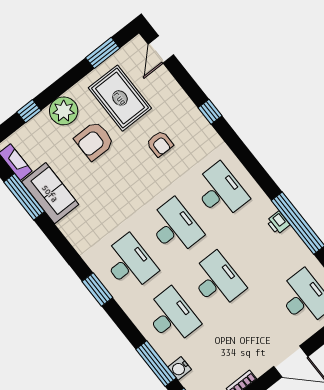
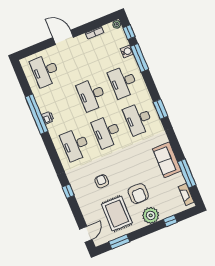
armchair: (94, 141) -> (138, 194), turned 90
sofa: (50, 193) -> (167, 160), moved

